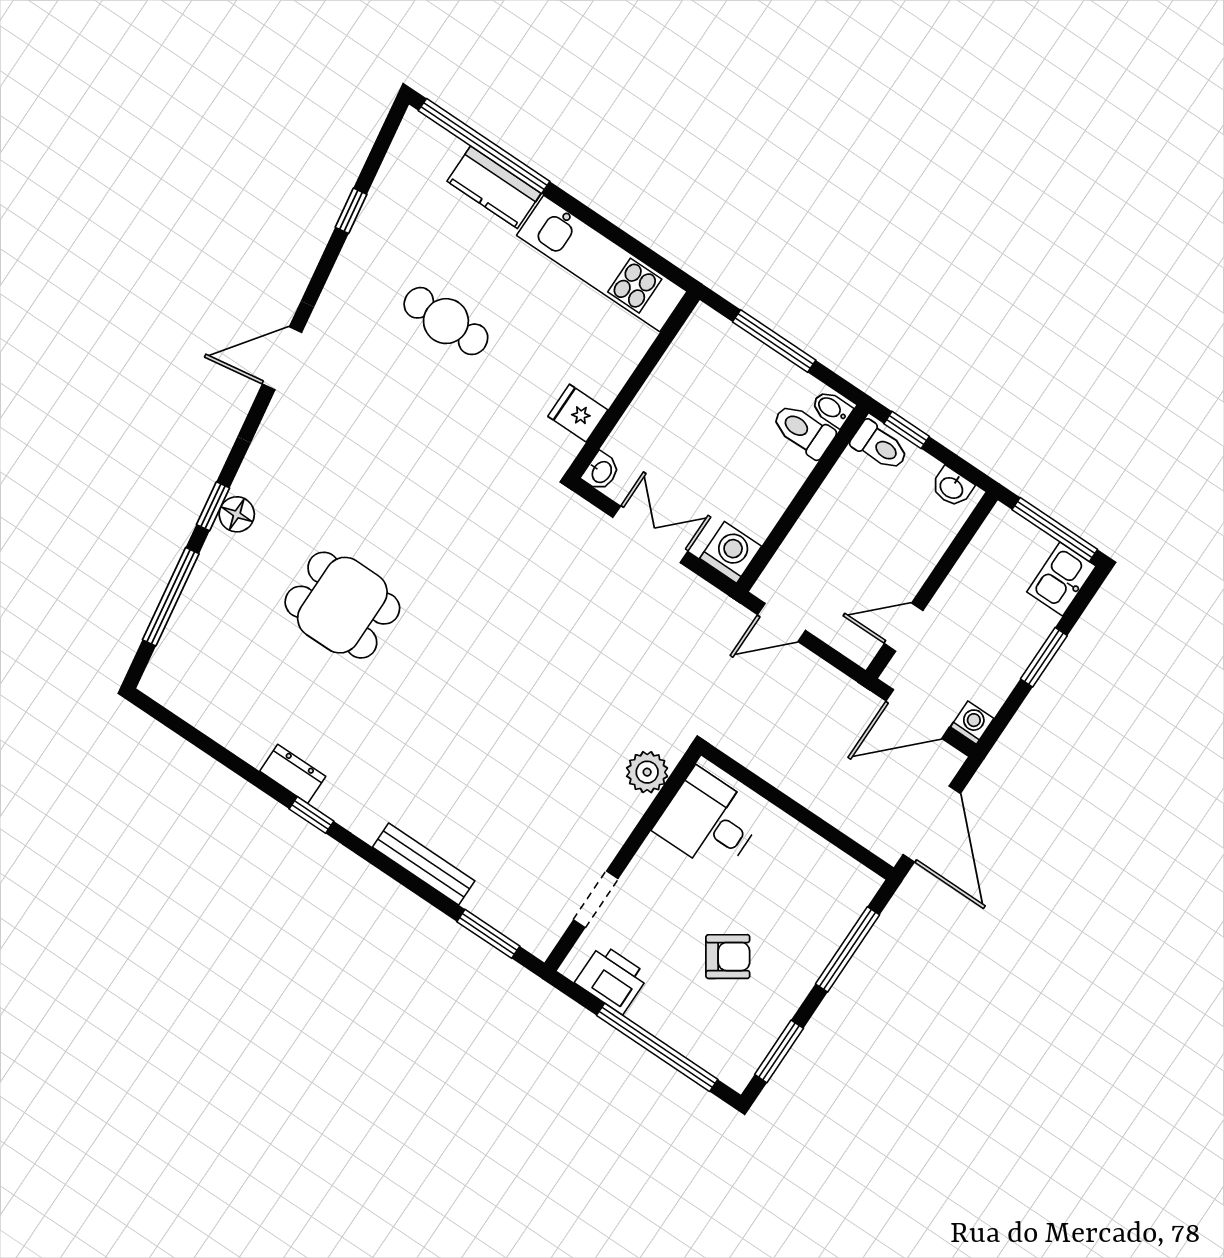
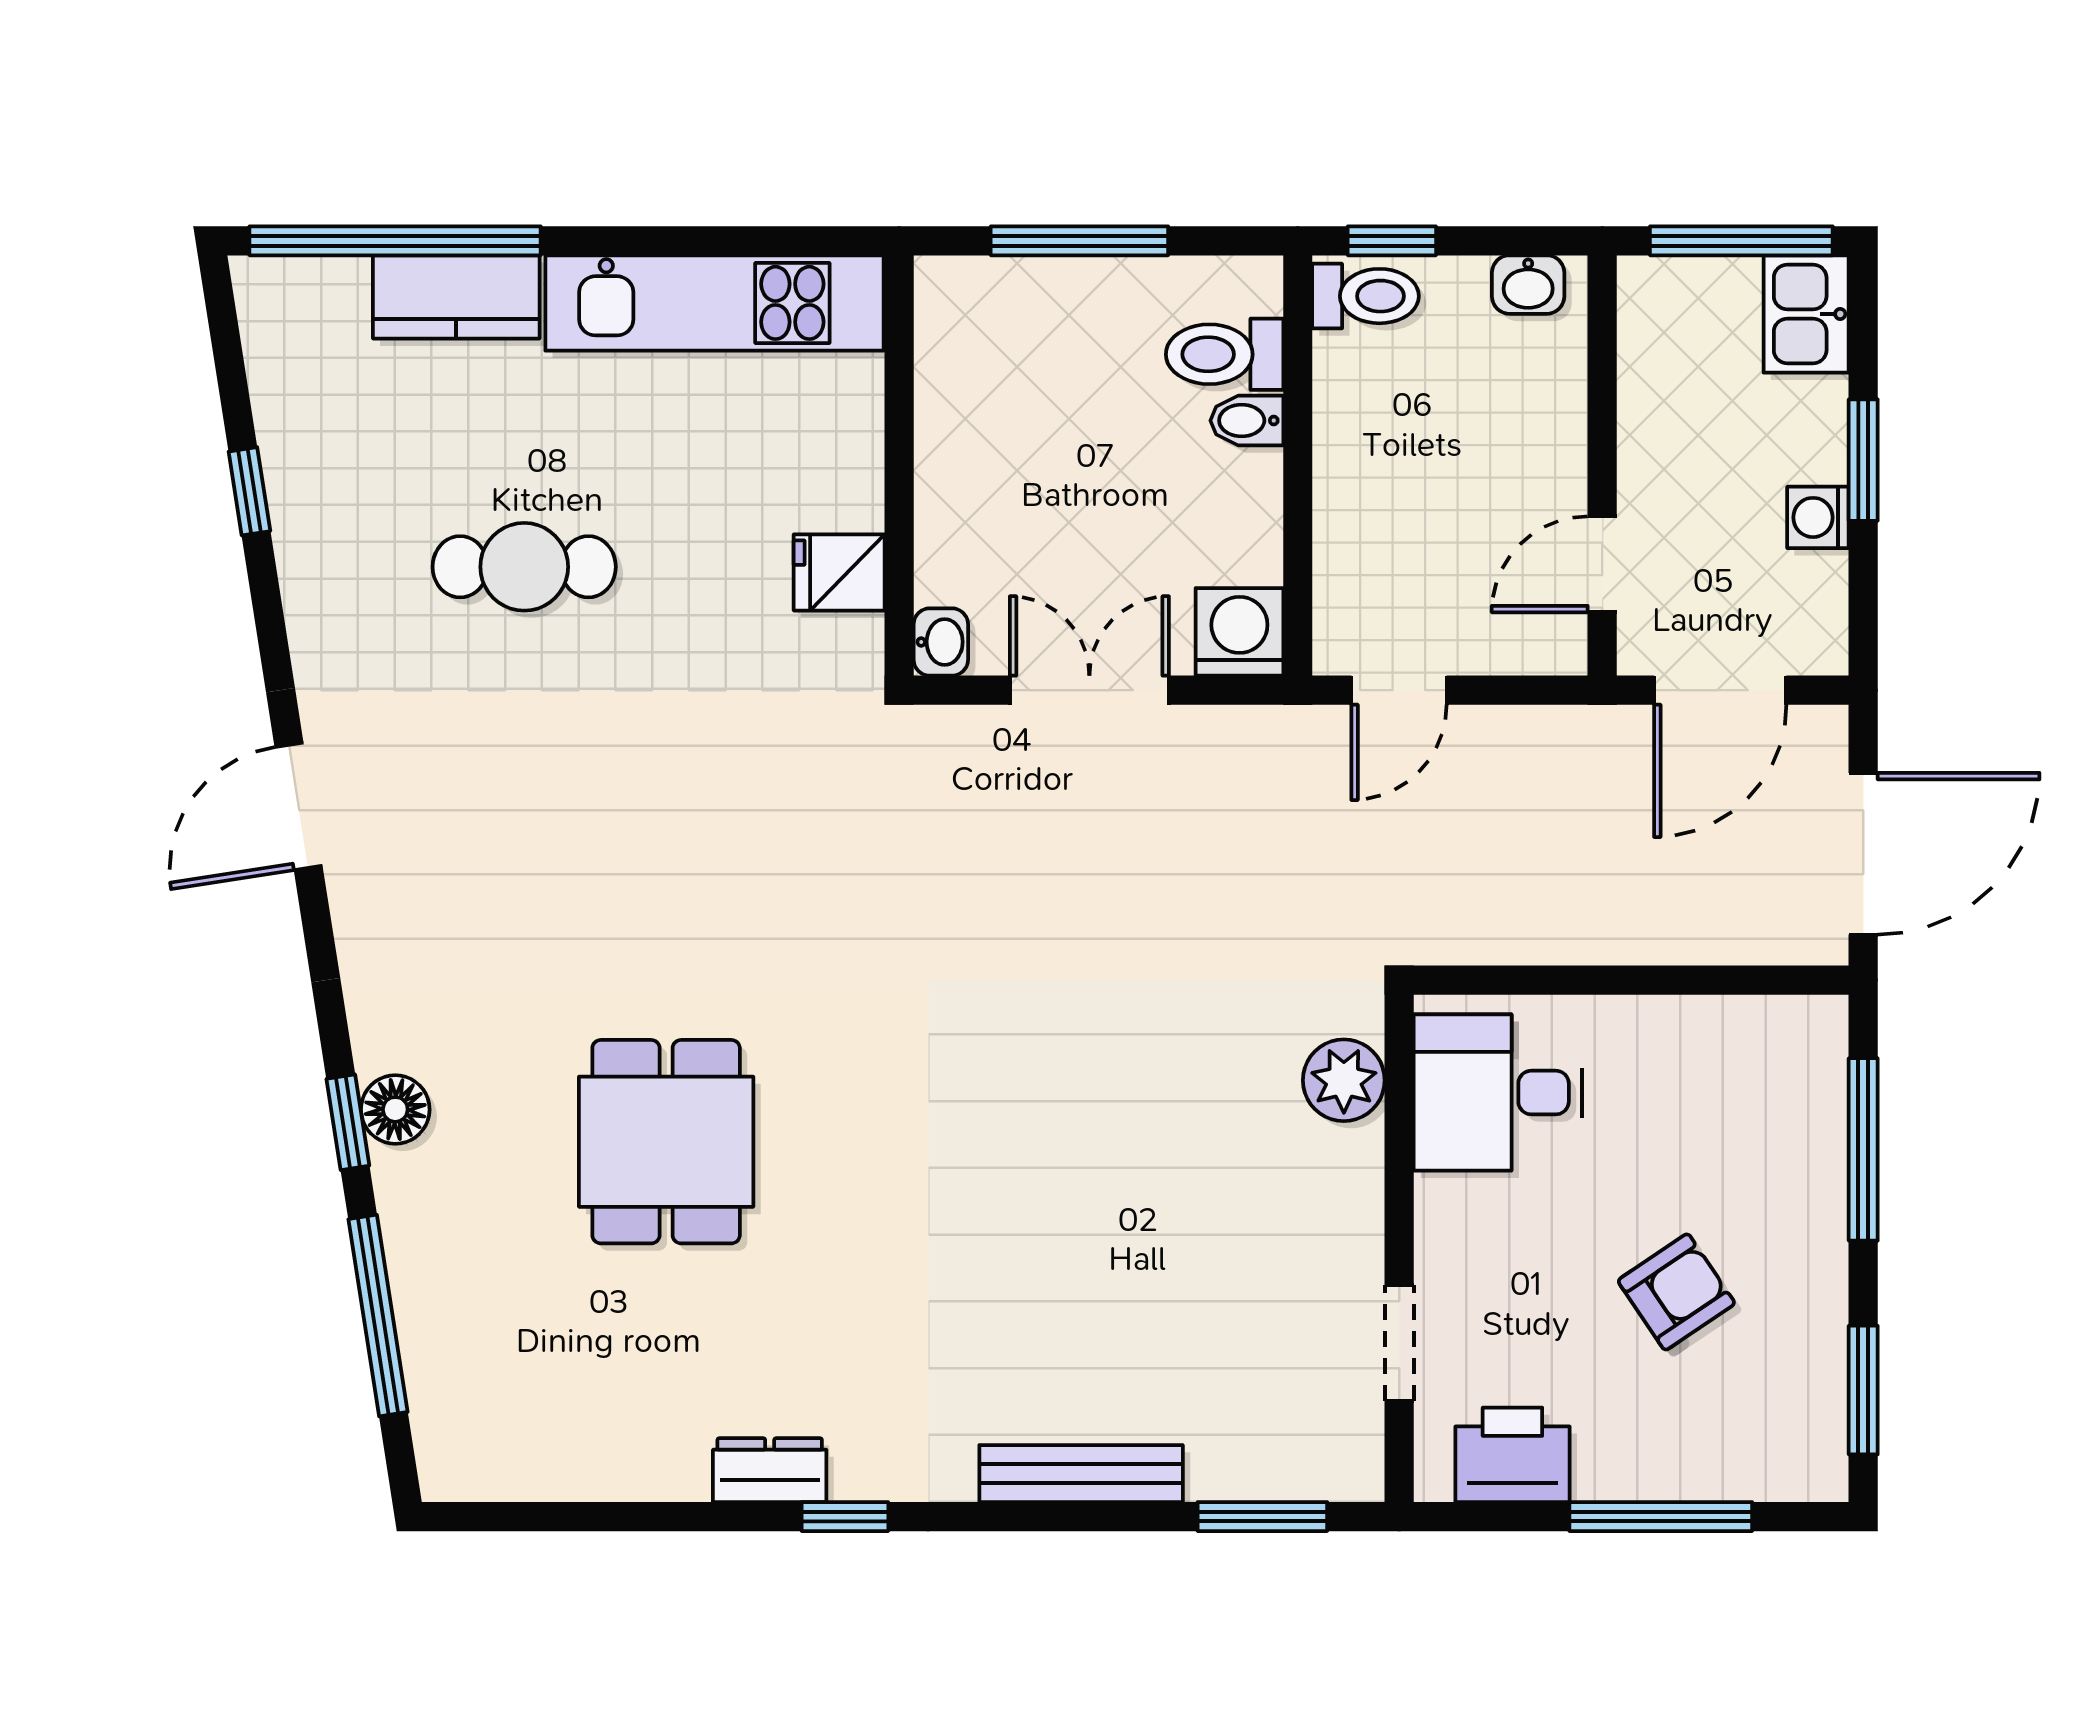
bidet: (832, 409) -> (1247, 421), moved
dining table: (342, 605) -> (666, 1142), turned 90
washing machine: (972, 723) -> (1818, 517), moved, turned -90
door: (932, 824) -> (1863, 854), hinge flipped
window: (657, 1047) -> (1661, 1517), width x0.68

